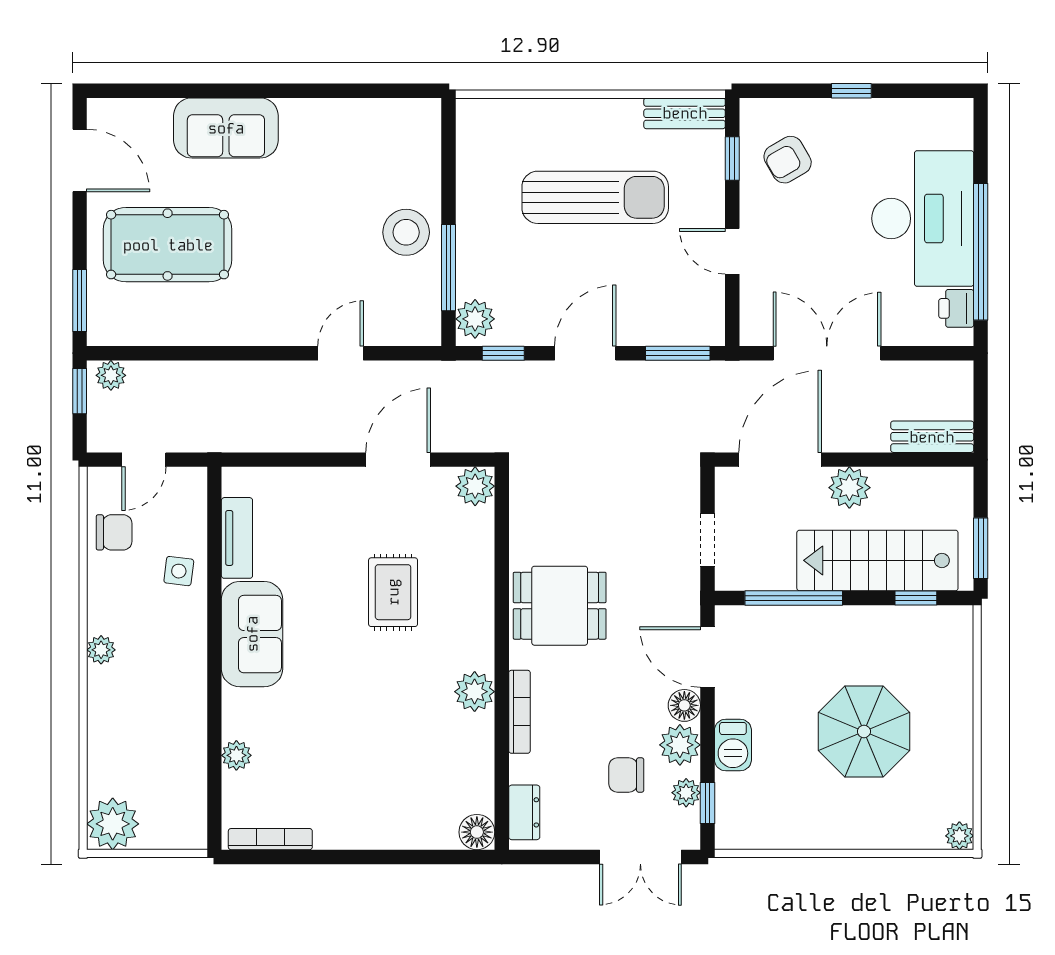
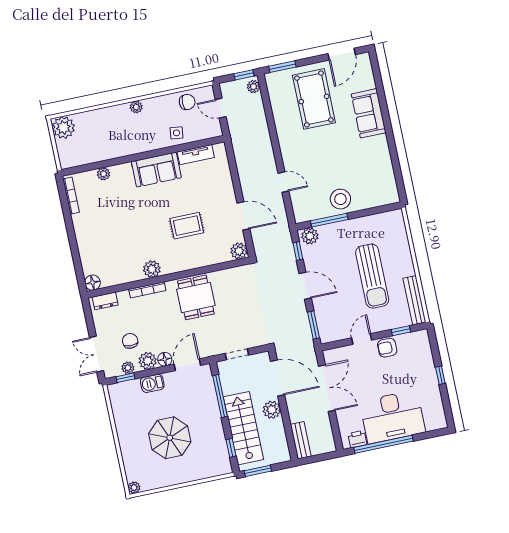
bench: (685, 113) -> (414, 300), width x1.36
armchair: (788, 160) -> (387, 348), moved, turned -60
chair: (114, 532) -> (187, 102), turned -90

